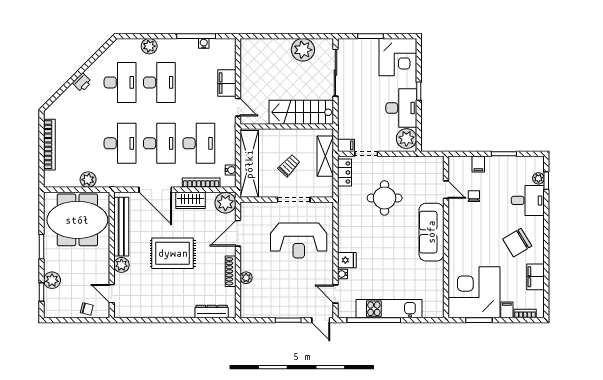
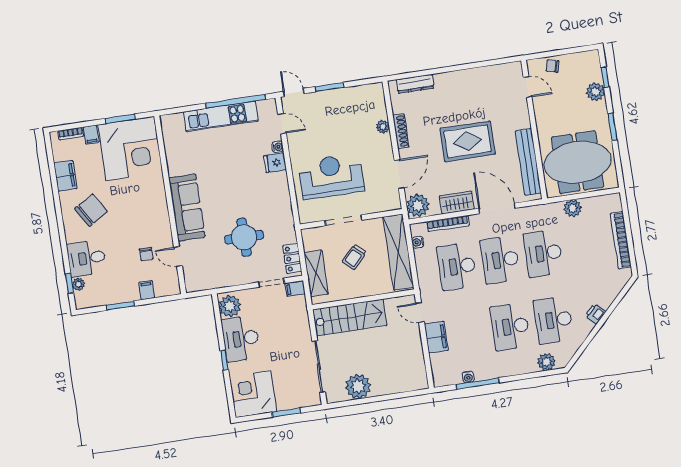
plant: (149, 46) -> (546, 362), moved
plant: (121, 265) -> (522, 120), removed

